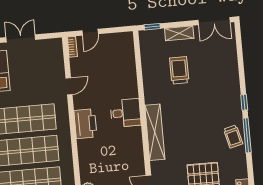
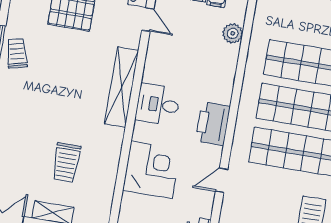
corner desk: (119, 81) -> (152, 170), added
desk: (125, 113) -> (158, 104), moved

